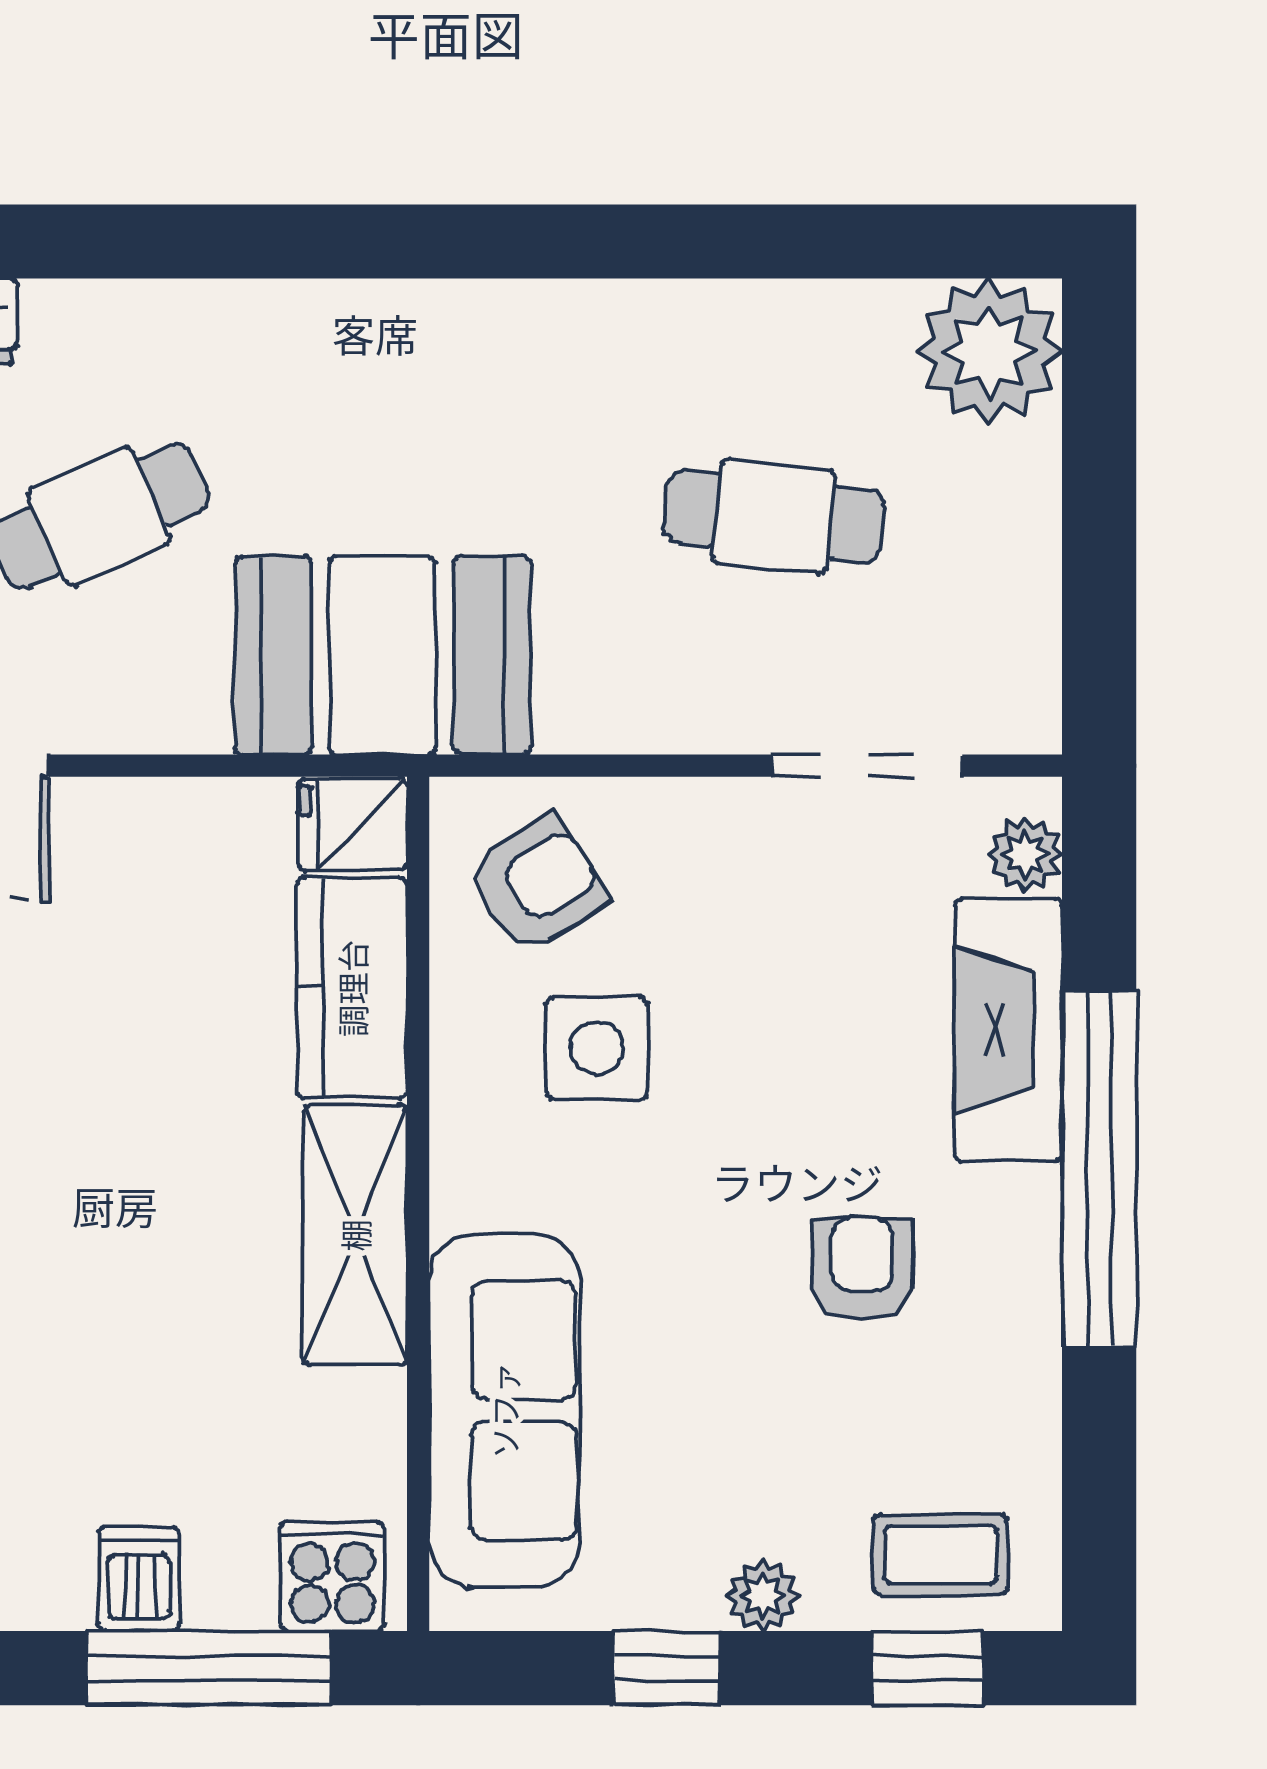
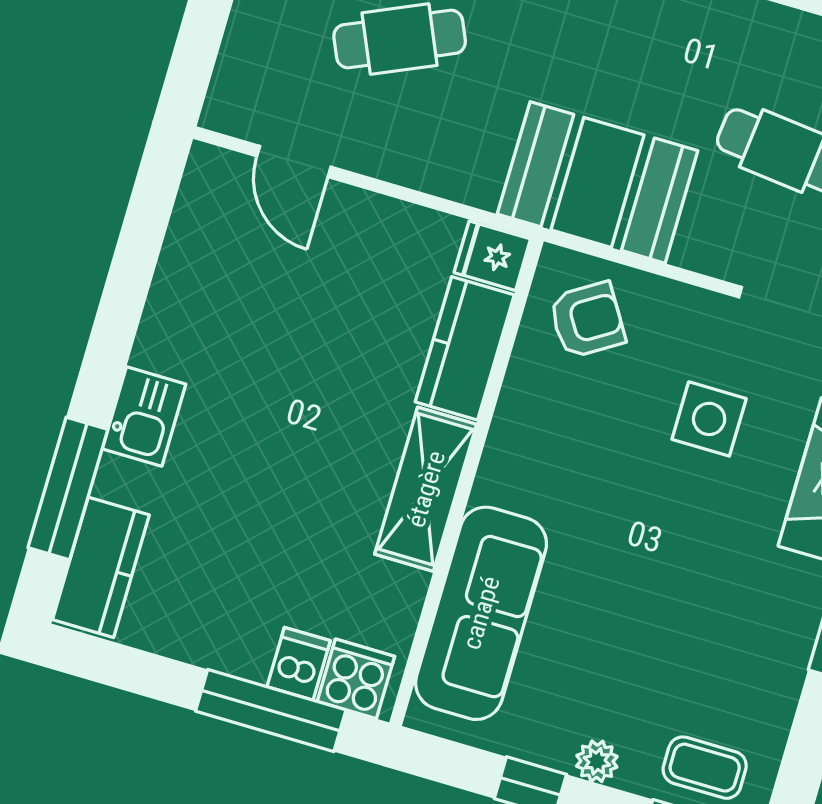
booth: (383, 655) -> (598, 182), moved
side table: (597, 1048) -> (709, 419), moved
armchair: (862, 1269) -> (708, 592), removed
dishwasher: (139, 1579) -> (299, 664), moved

